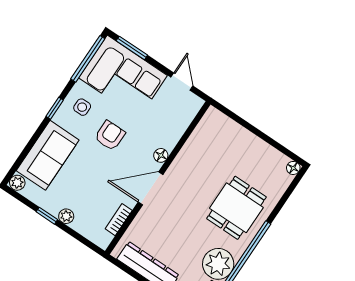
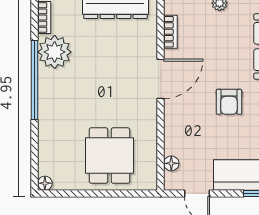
floor lamp: (161, 155) -> (171, 163), moved
dining table: (236, 208) -> (110, 155), moved

